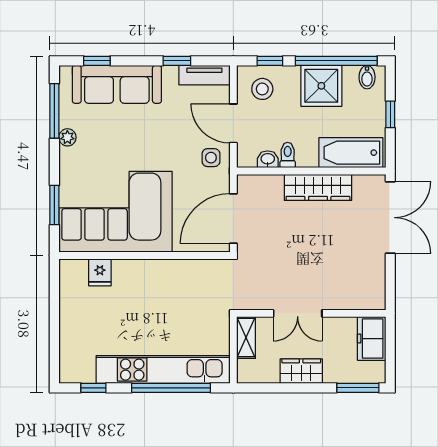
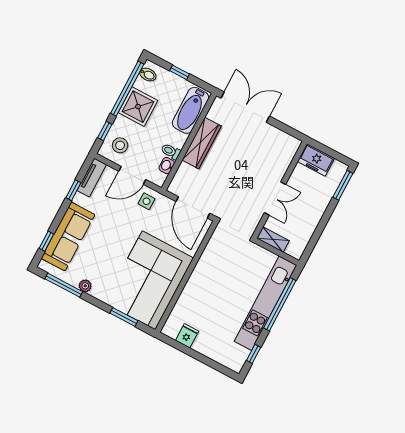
fridge: (100, 272) -> (187, 336), moved, turned -90
wardrobe: (301, 371) -> (313, 216), removed

